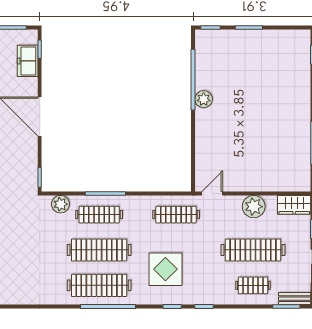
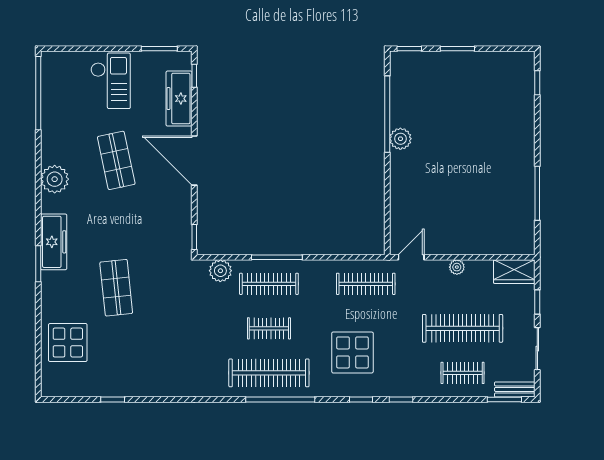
freezer: (28, 61) -> (179, 99), width x1.40
plant: (254, 207) -> (457, 267), width x0.53, depth x0.53
clothes rail: (99, 250) -> (269, 328), width x0.54, depth x0.76

